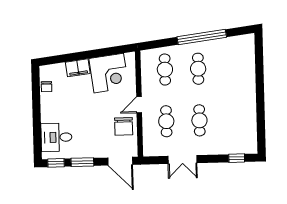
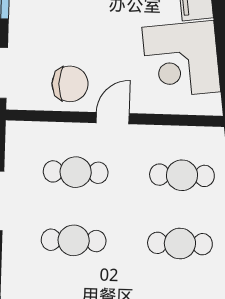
door: (139, 105) -> (113, 118), hinge flipped
chair: (124, 126) -> (70, 84), turned 180

